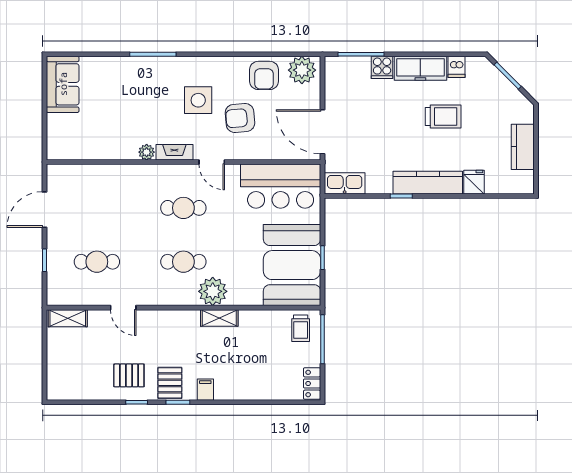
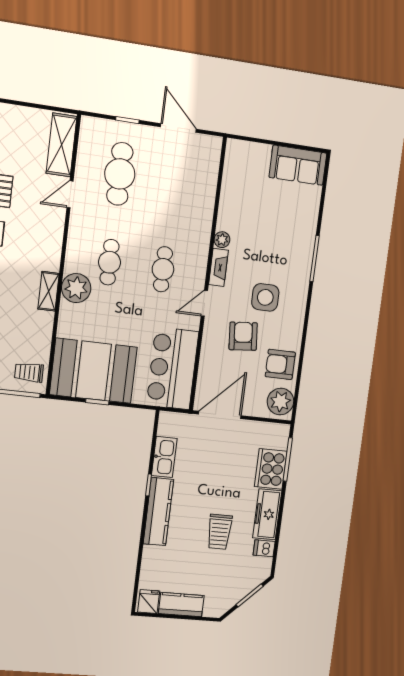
cooker: (382, 67) -> (271, 469), width x1.87, depth x1.31
fridge: (474, 182) -> (149, 601), moved, turned -90
kitchen sink: (345, 183) -> (164, 457), moved
cafe table: (97, 262) -> (120, 174), width x1.37, depth x1.35
shelving: (68, 318) -> (61, 145), width x1.50, depth x1.33

